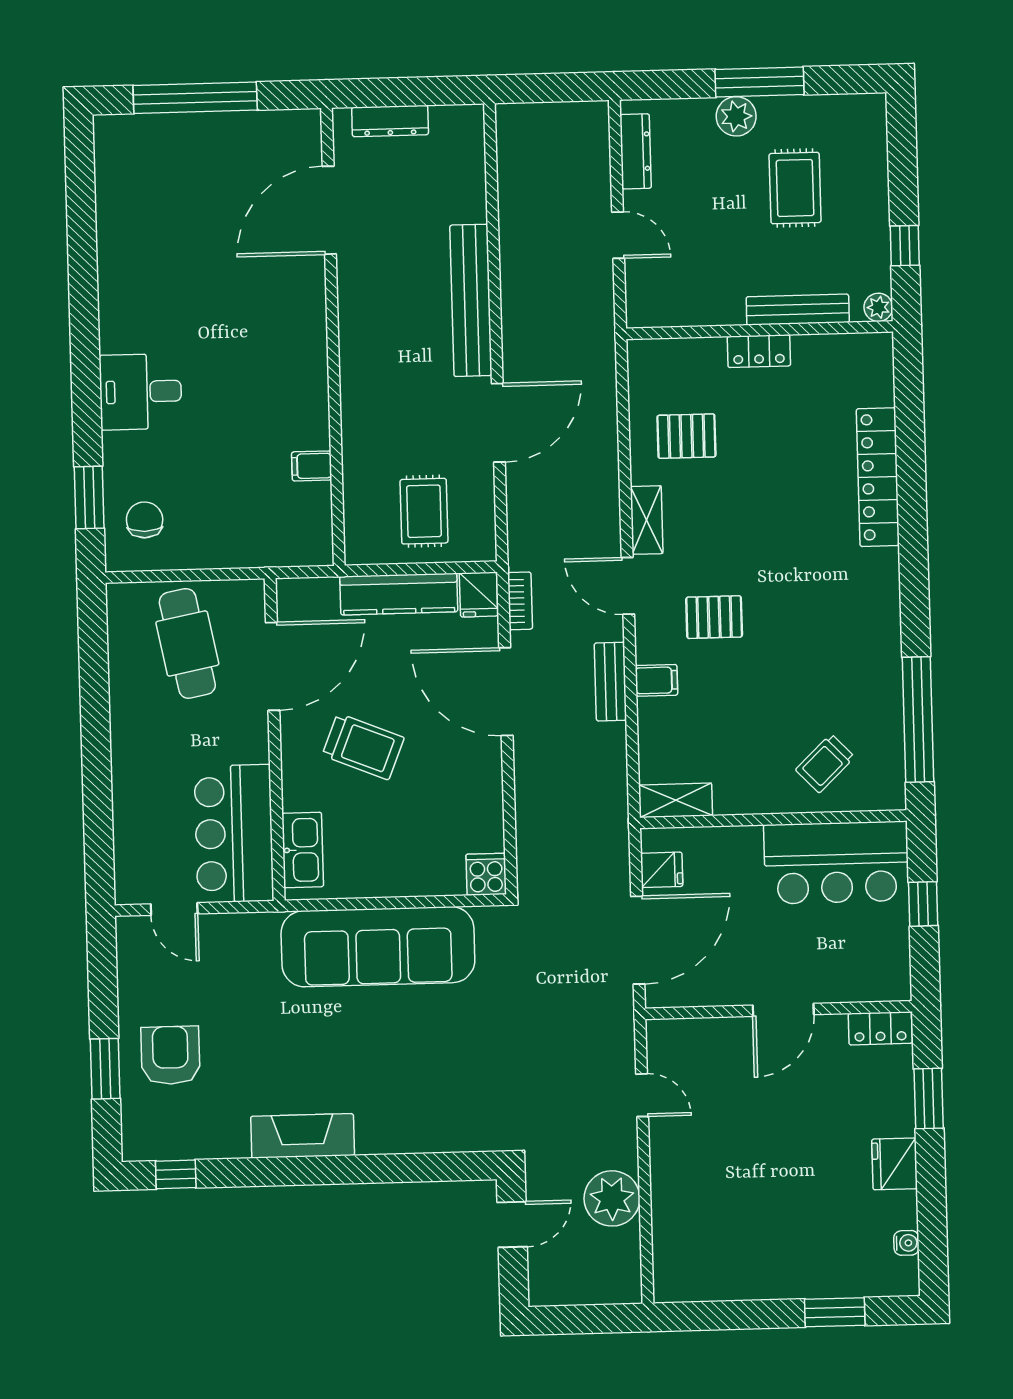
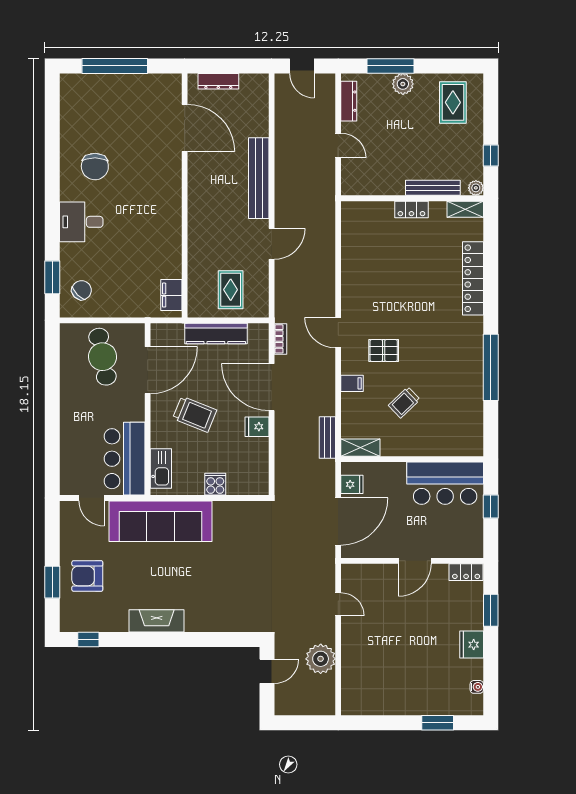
window: (760, 82) -> (390, 66), moved
door: (546, 88) -> (302, 66), added
rug: (795, 188) -> (453, 102), moved
door: (329, 210) -> (185, 128), swing flipped
chair: (163, 287) -> (95, 167), added
door: (498, 423) -> (272, 244), width x0.73
pallet: (686, 436) -> (372, 254), removed
filing cabinet: (312, 466) -> (171, 295), moved, width x2.00
chair: (145, 520) -> (82, 290), turned 45
shelving: (647, 520) -> (465, 209), moved, turned 90
fridge: (479, 595) -> (257, 427), moved, turned 90
bench: (610, 682) -> (327, 438), moved
window: (918, 720) -> (491, 367), moved
trolley: (825, 763) -> (404, 402), moved
cooker: (486, 874) -> (215, 484), moved
sofa: (378, 947) -> (161, 521), moved
armchair: (170, 1055) -> (87, 576), turned -90

